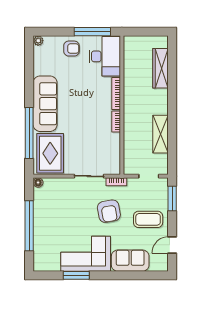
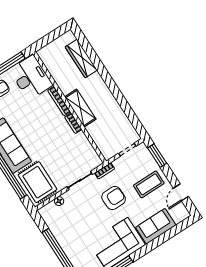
shelving: (160, 134) -> (80, 108), moved
floor lamp: (38, 183) -> (59, 201), moved
armchair: (109, 211) -> (114, 198), turned -81

